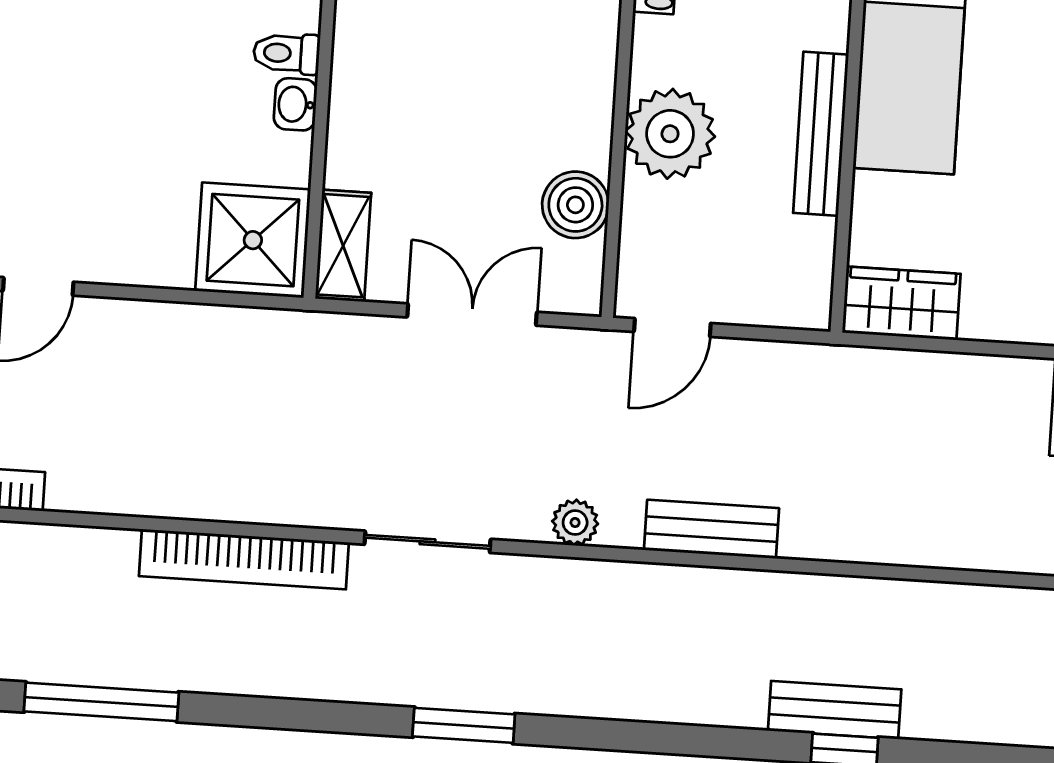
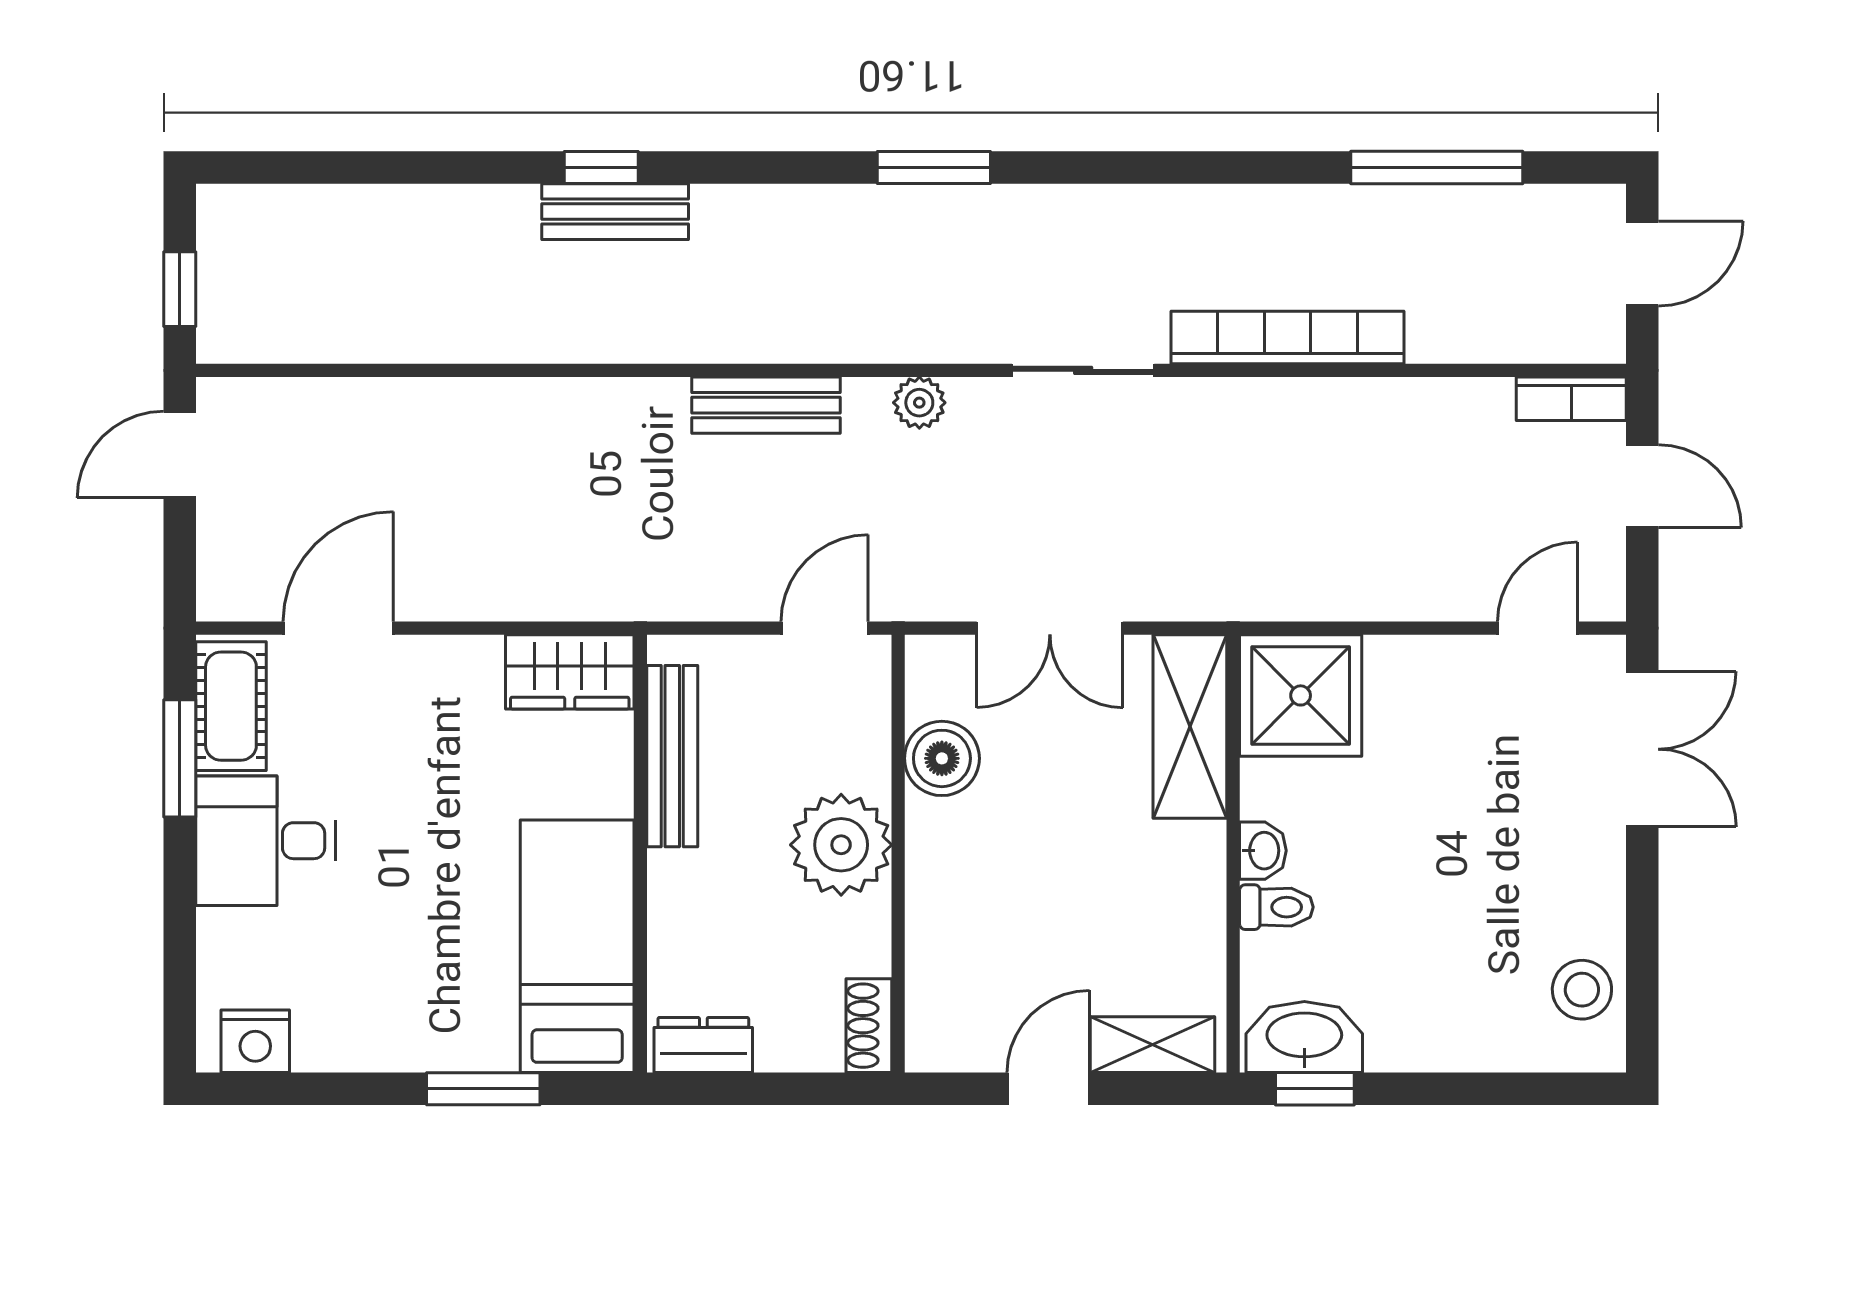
bench: (821, 134) -> (672, 756), moved
shelving: (343, 246) -> (1190, 726), width x1.50, depth x1.33
window: (464, 725) -> (934, 167), moved

